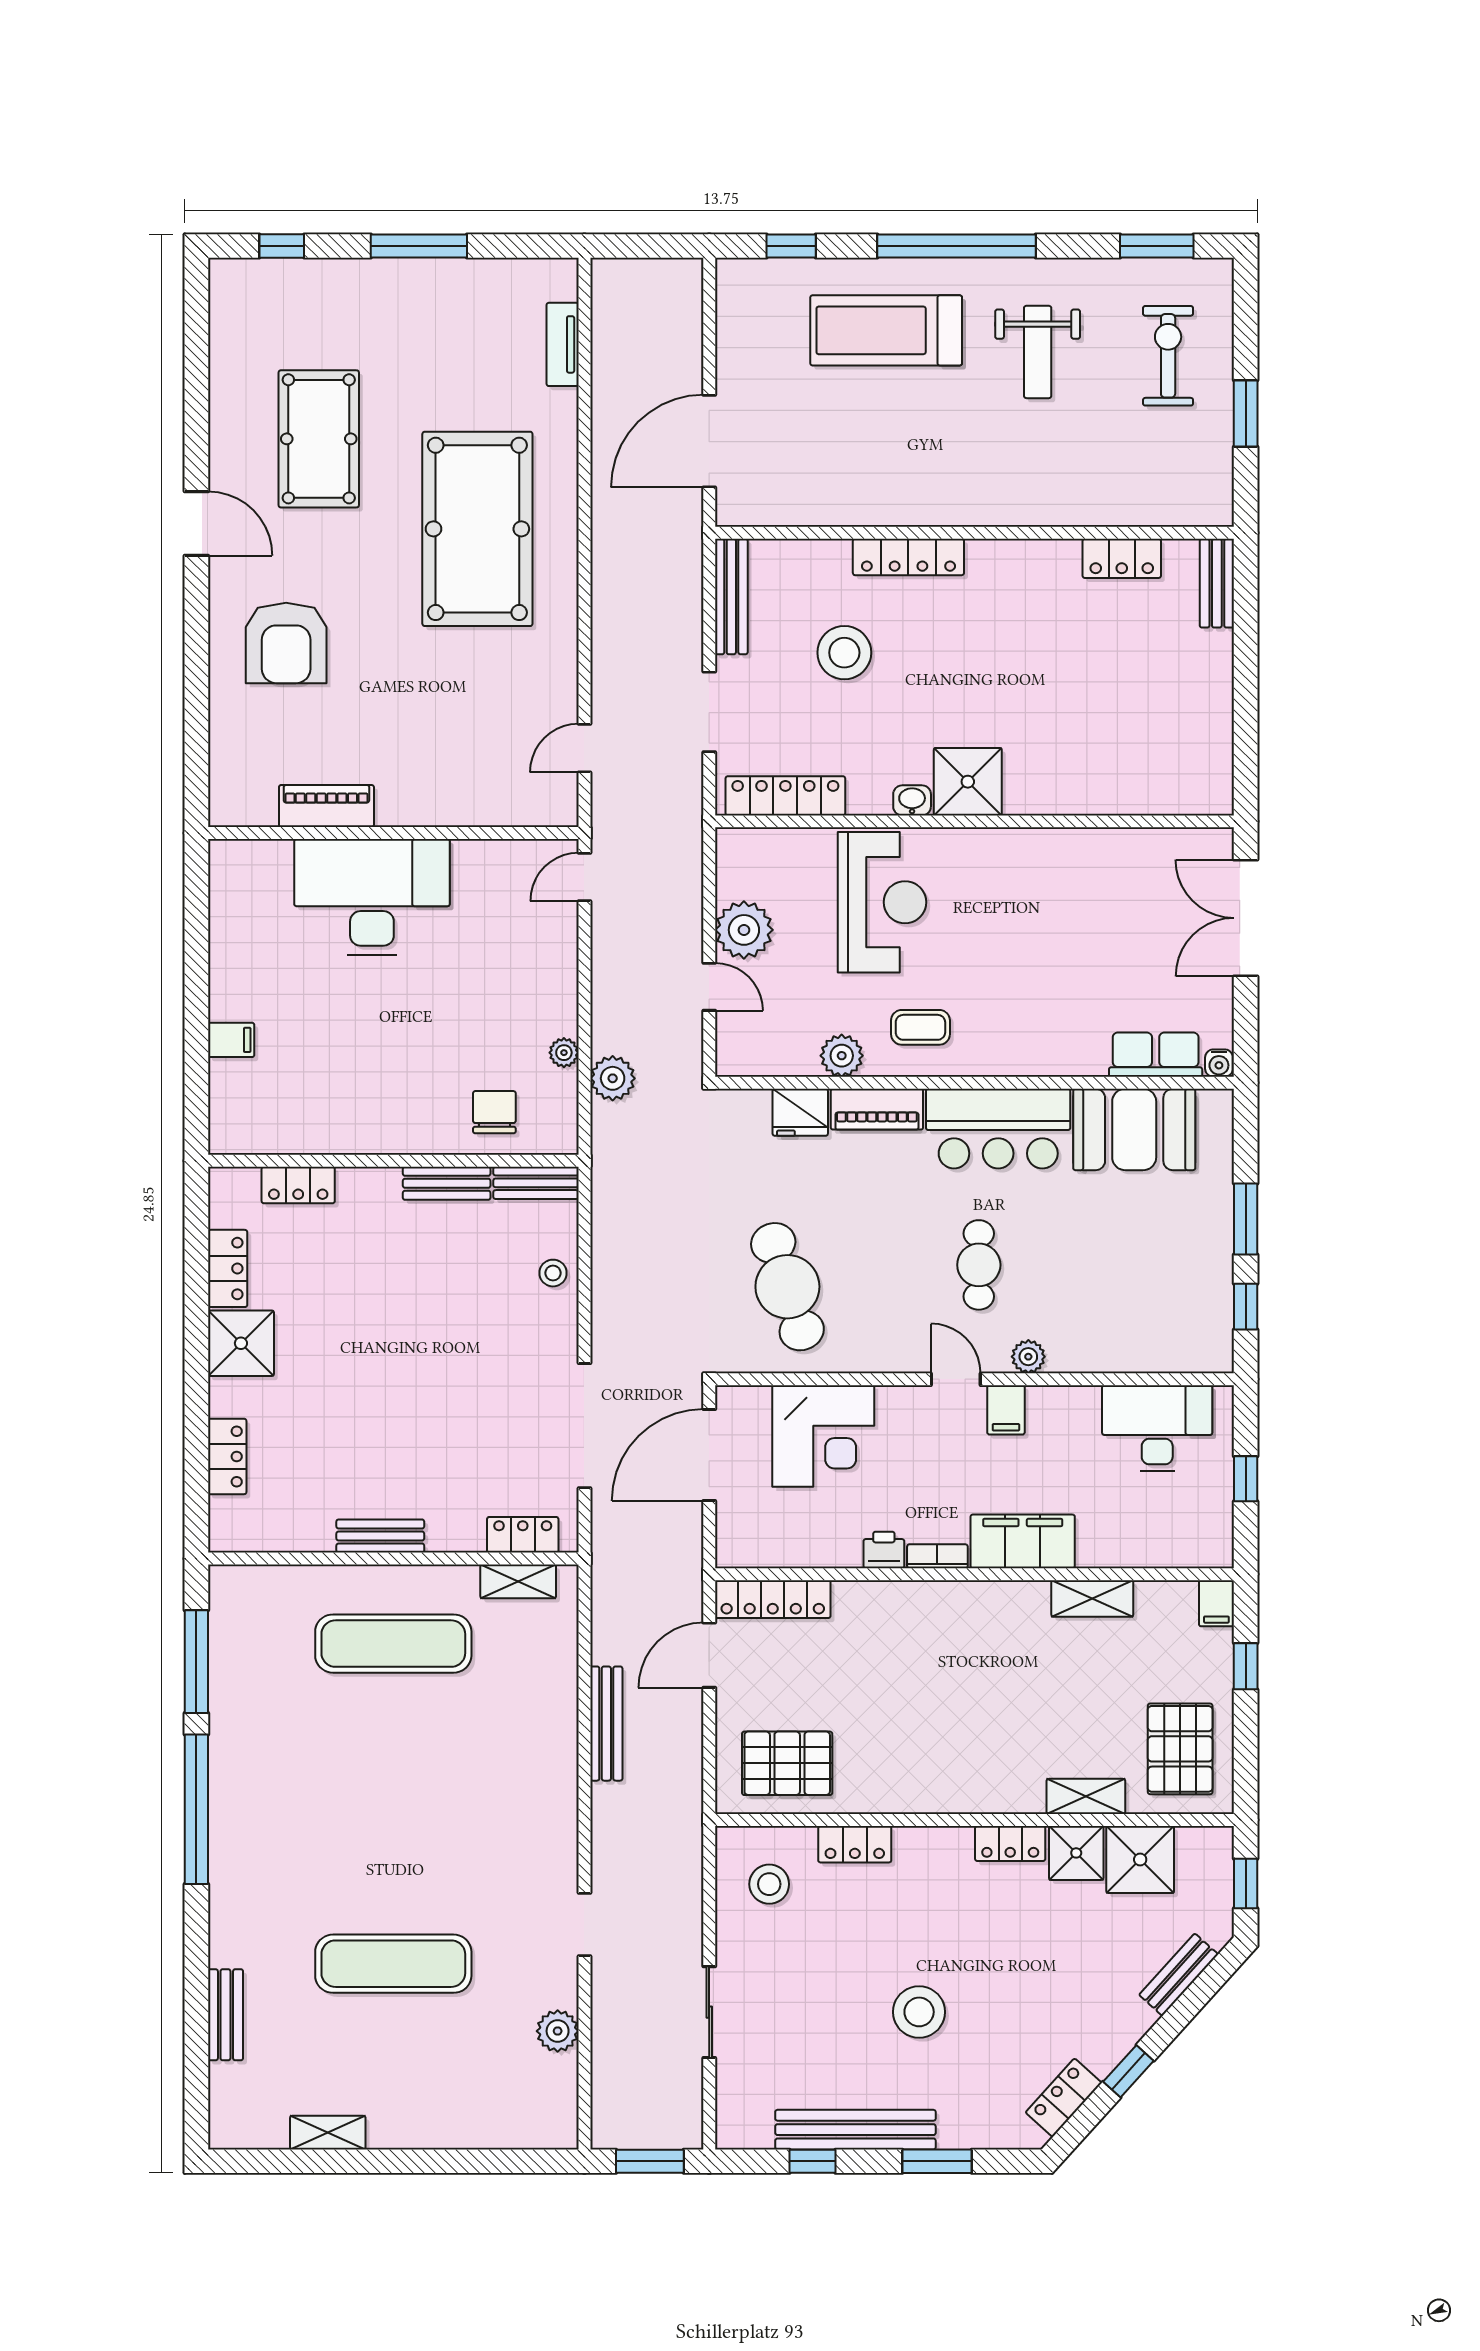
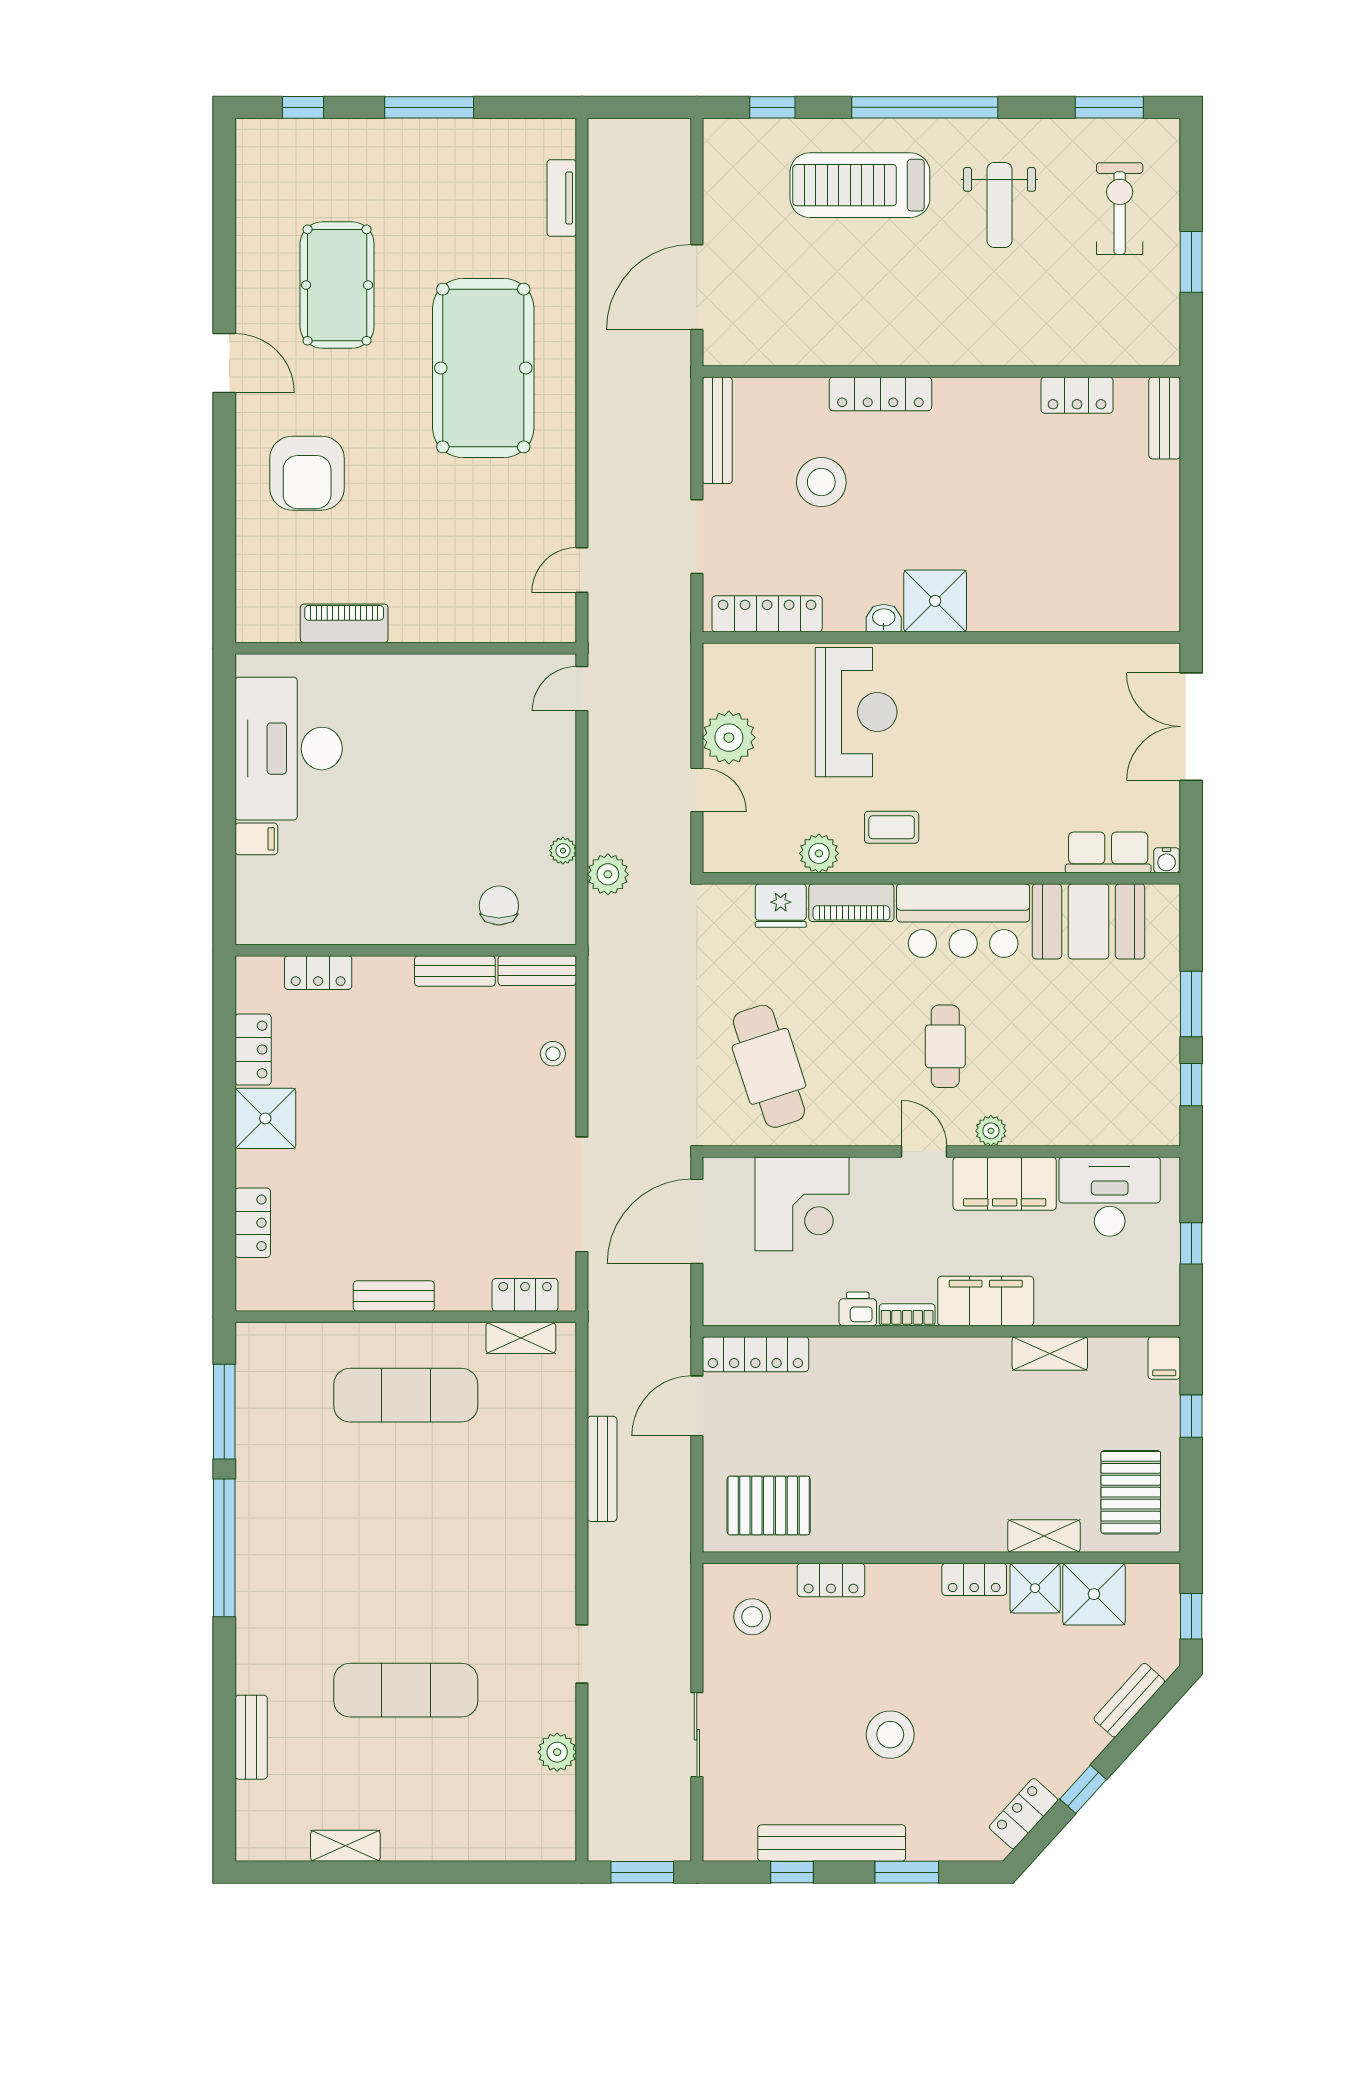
desk: (372, 897) -> (289, 749), moved, turned -90
filing cabinet: (1006, 1410) -> (1005, 1184), width x3.00, depth x1.17

